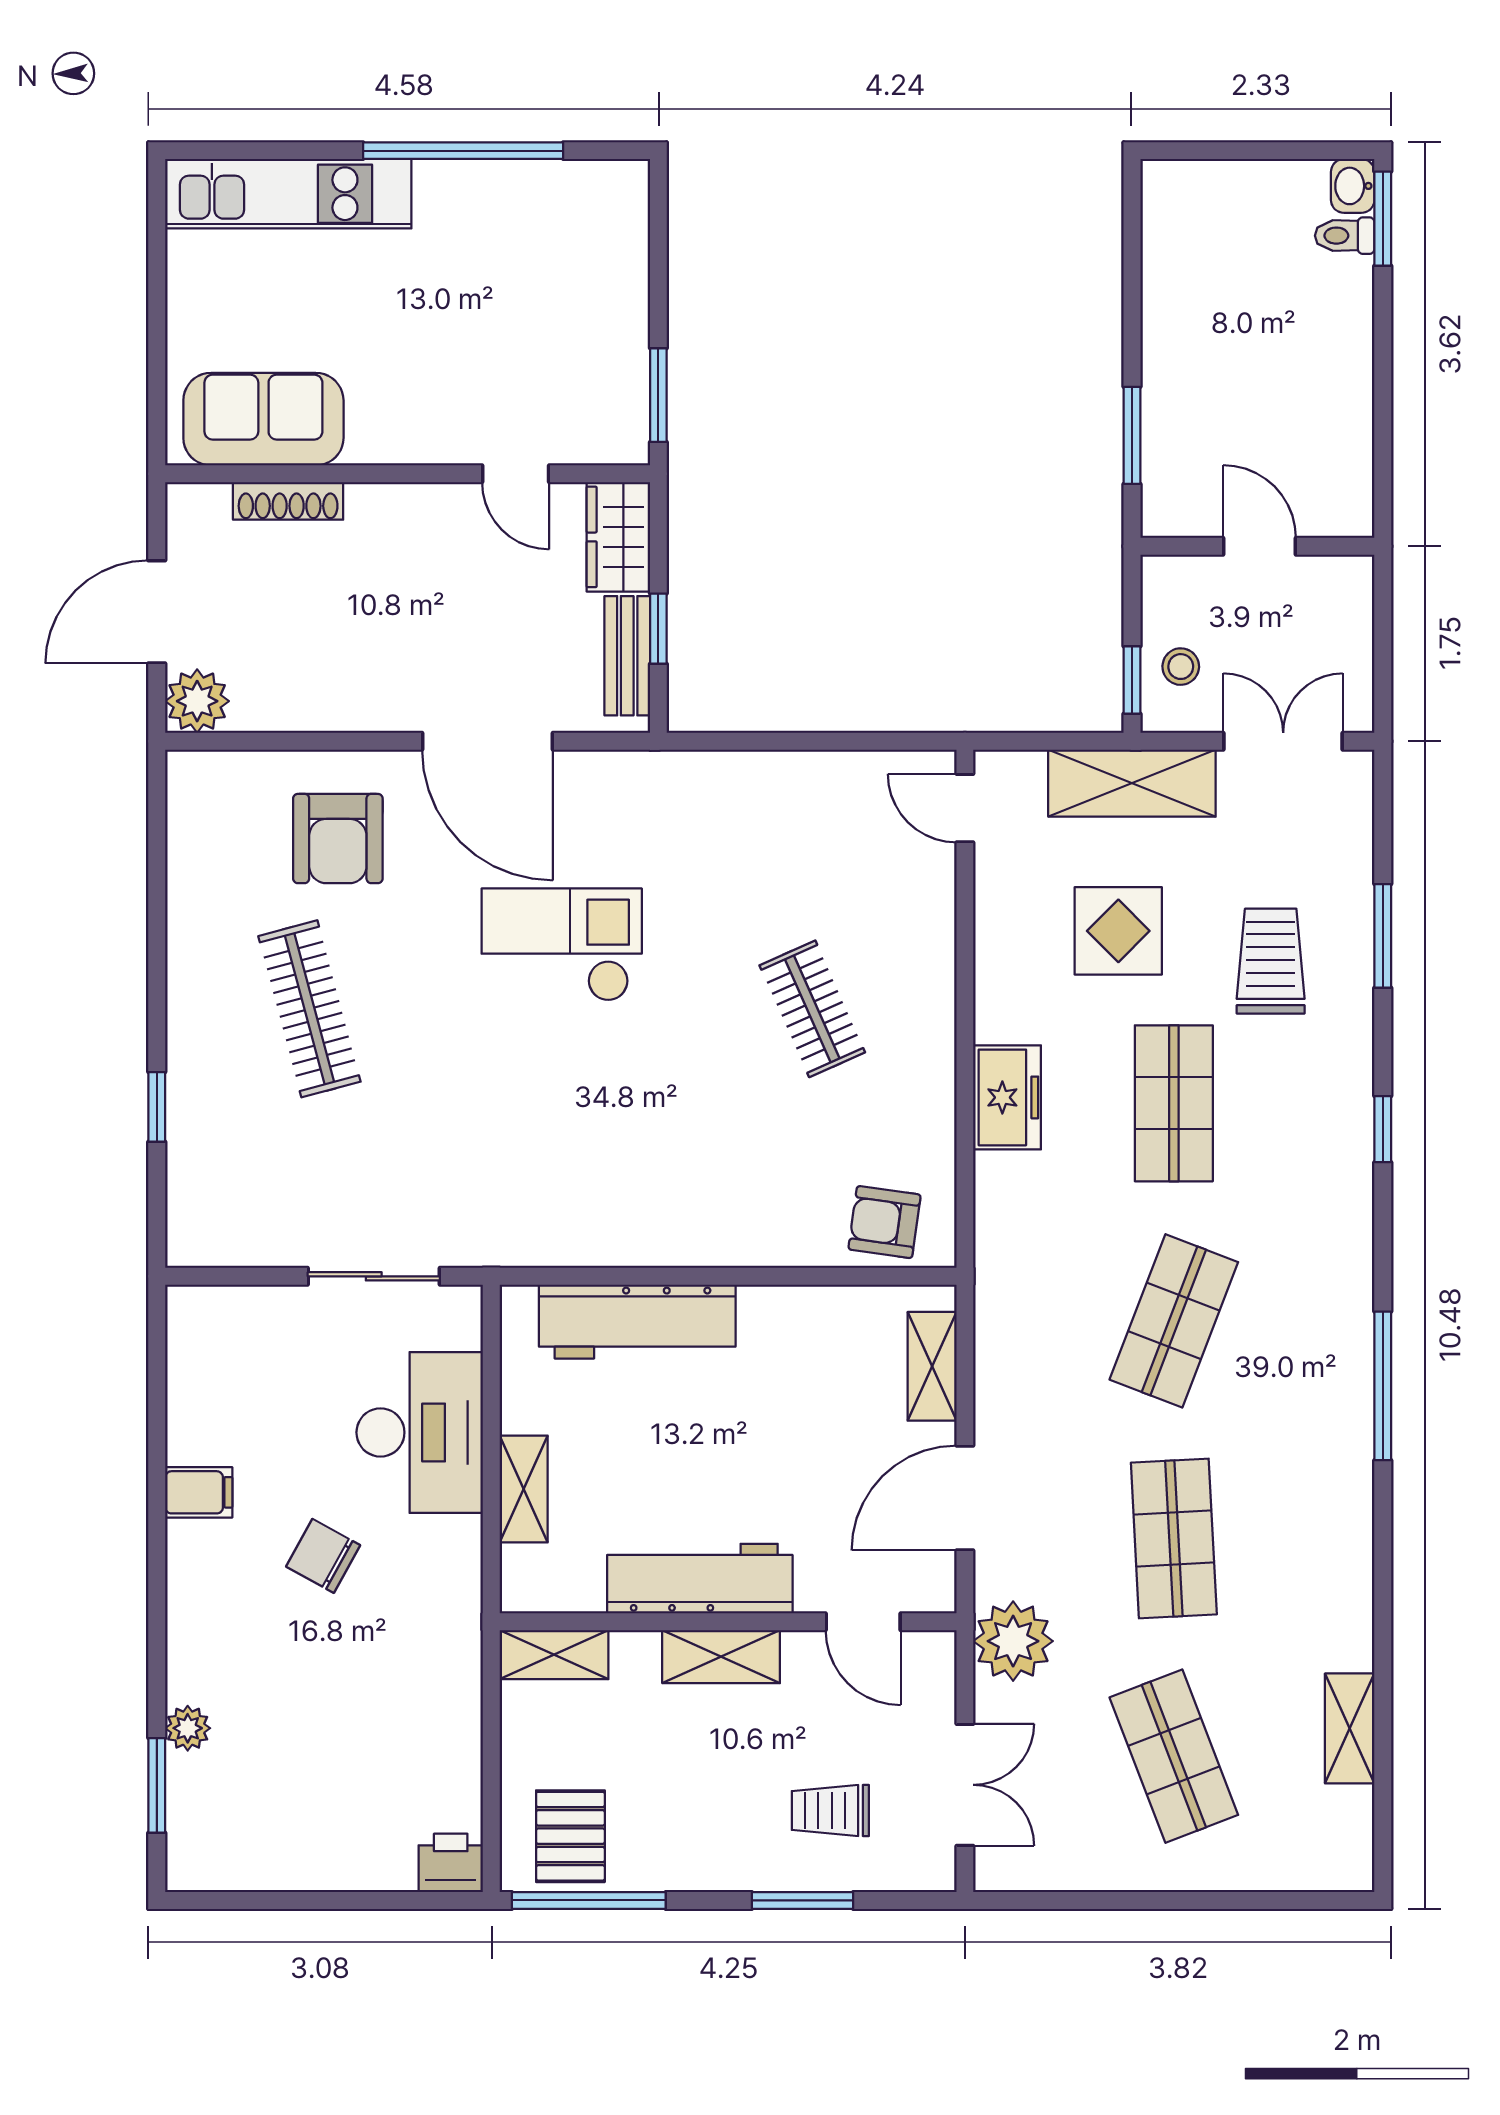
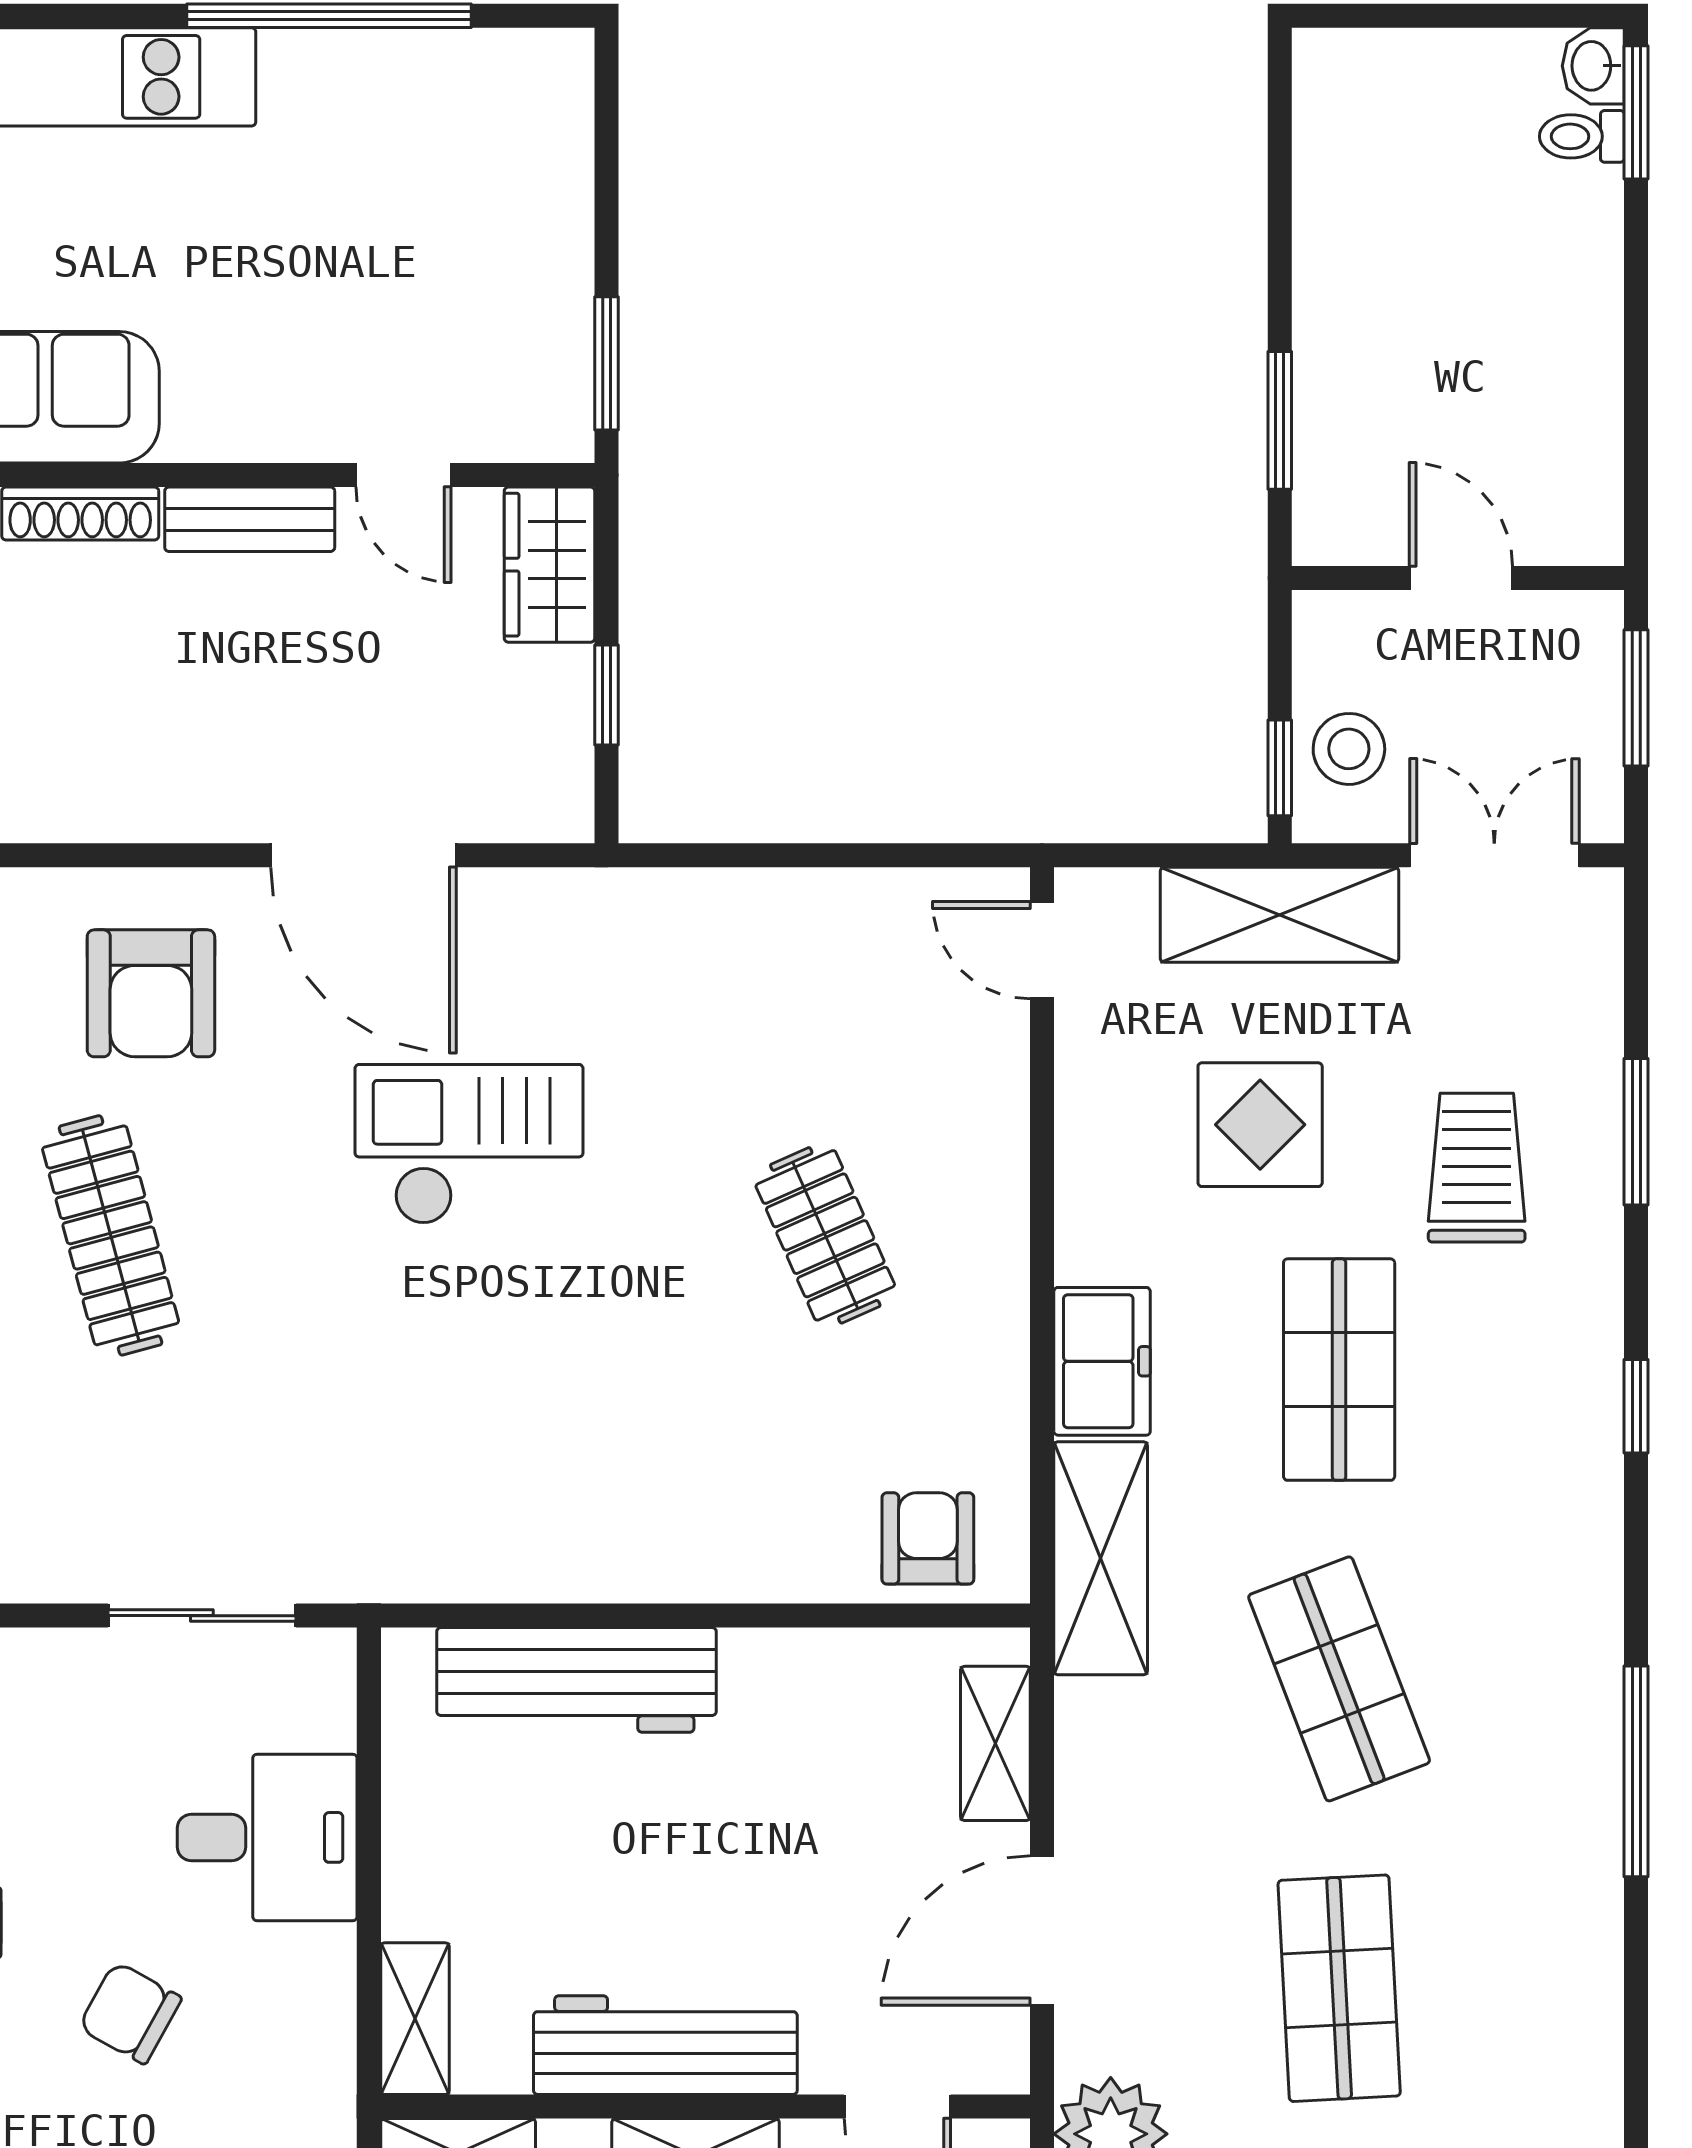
window: (1383, 631) -> (1636, 698), added
bench: (627, 656) -> (250, 519), moved, turned 90
stool: (1181, 667) -> (1349, 749), width x1.37, depth x1.37
armchair: (885, 1222) -> (928, 1538), turned 82
shelving: (1006, 1236) -> (1101, 1558), added
shop shelf: (1174, 1321) -> (1339, 1679), turned -42
desk: (420, 1432) -> (267, 1837), width x0.73
shelving: (524, 1489) -> (415, 2019), moved

